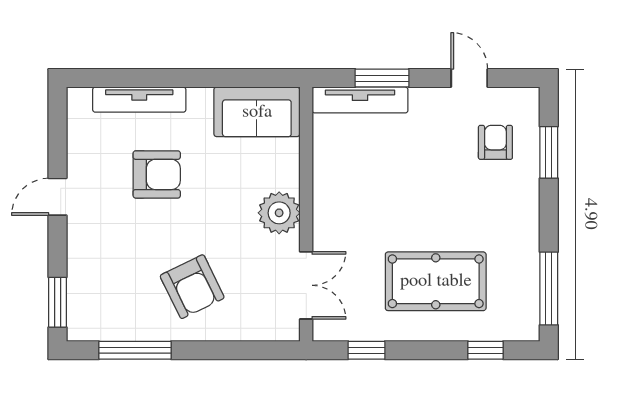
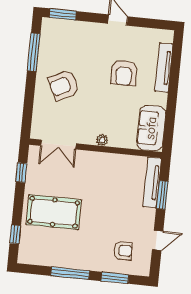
plant: (279, 213) -> (102, 140), width x0.53, depth x0.53
pool table: (436, 281) -> (54, 212), turned 90
window: (549, 289) -> (70, 273), moved

